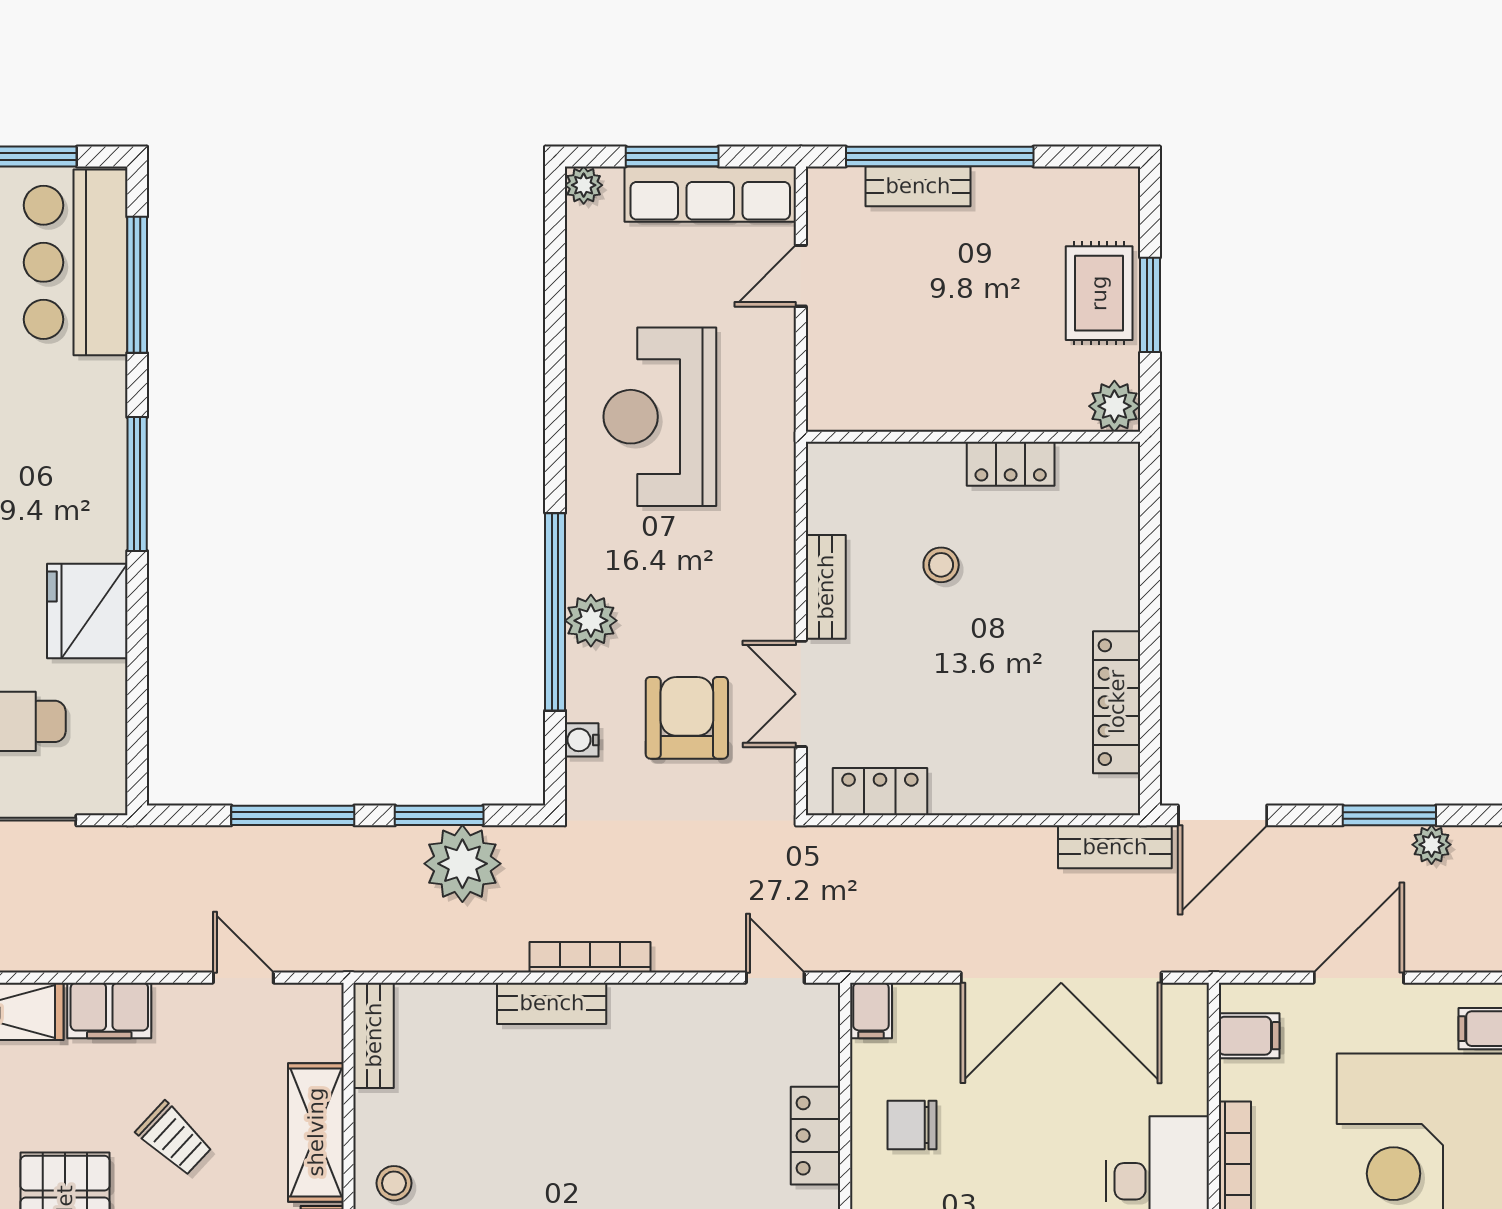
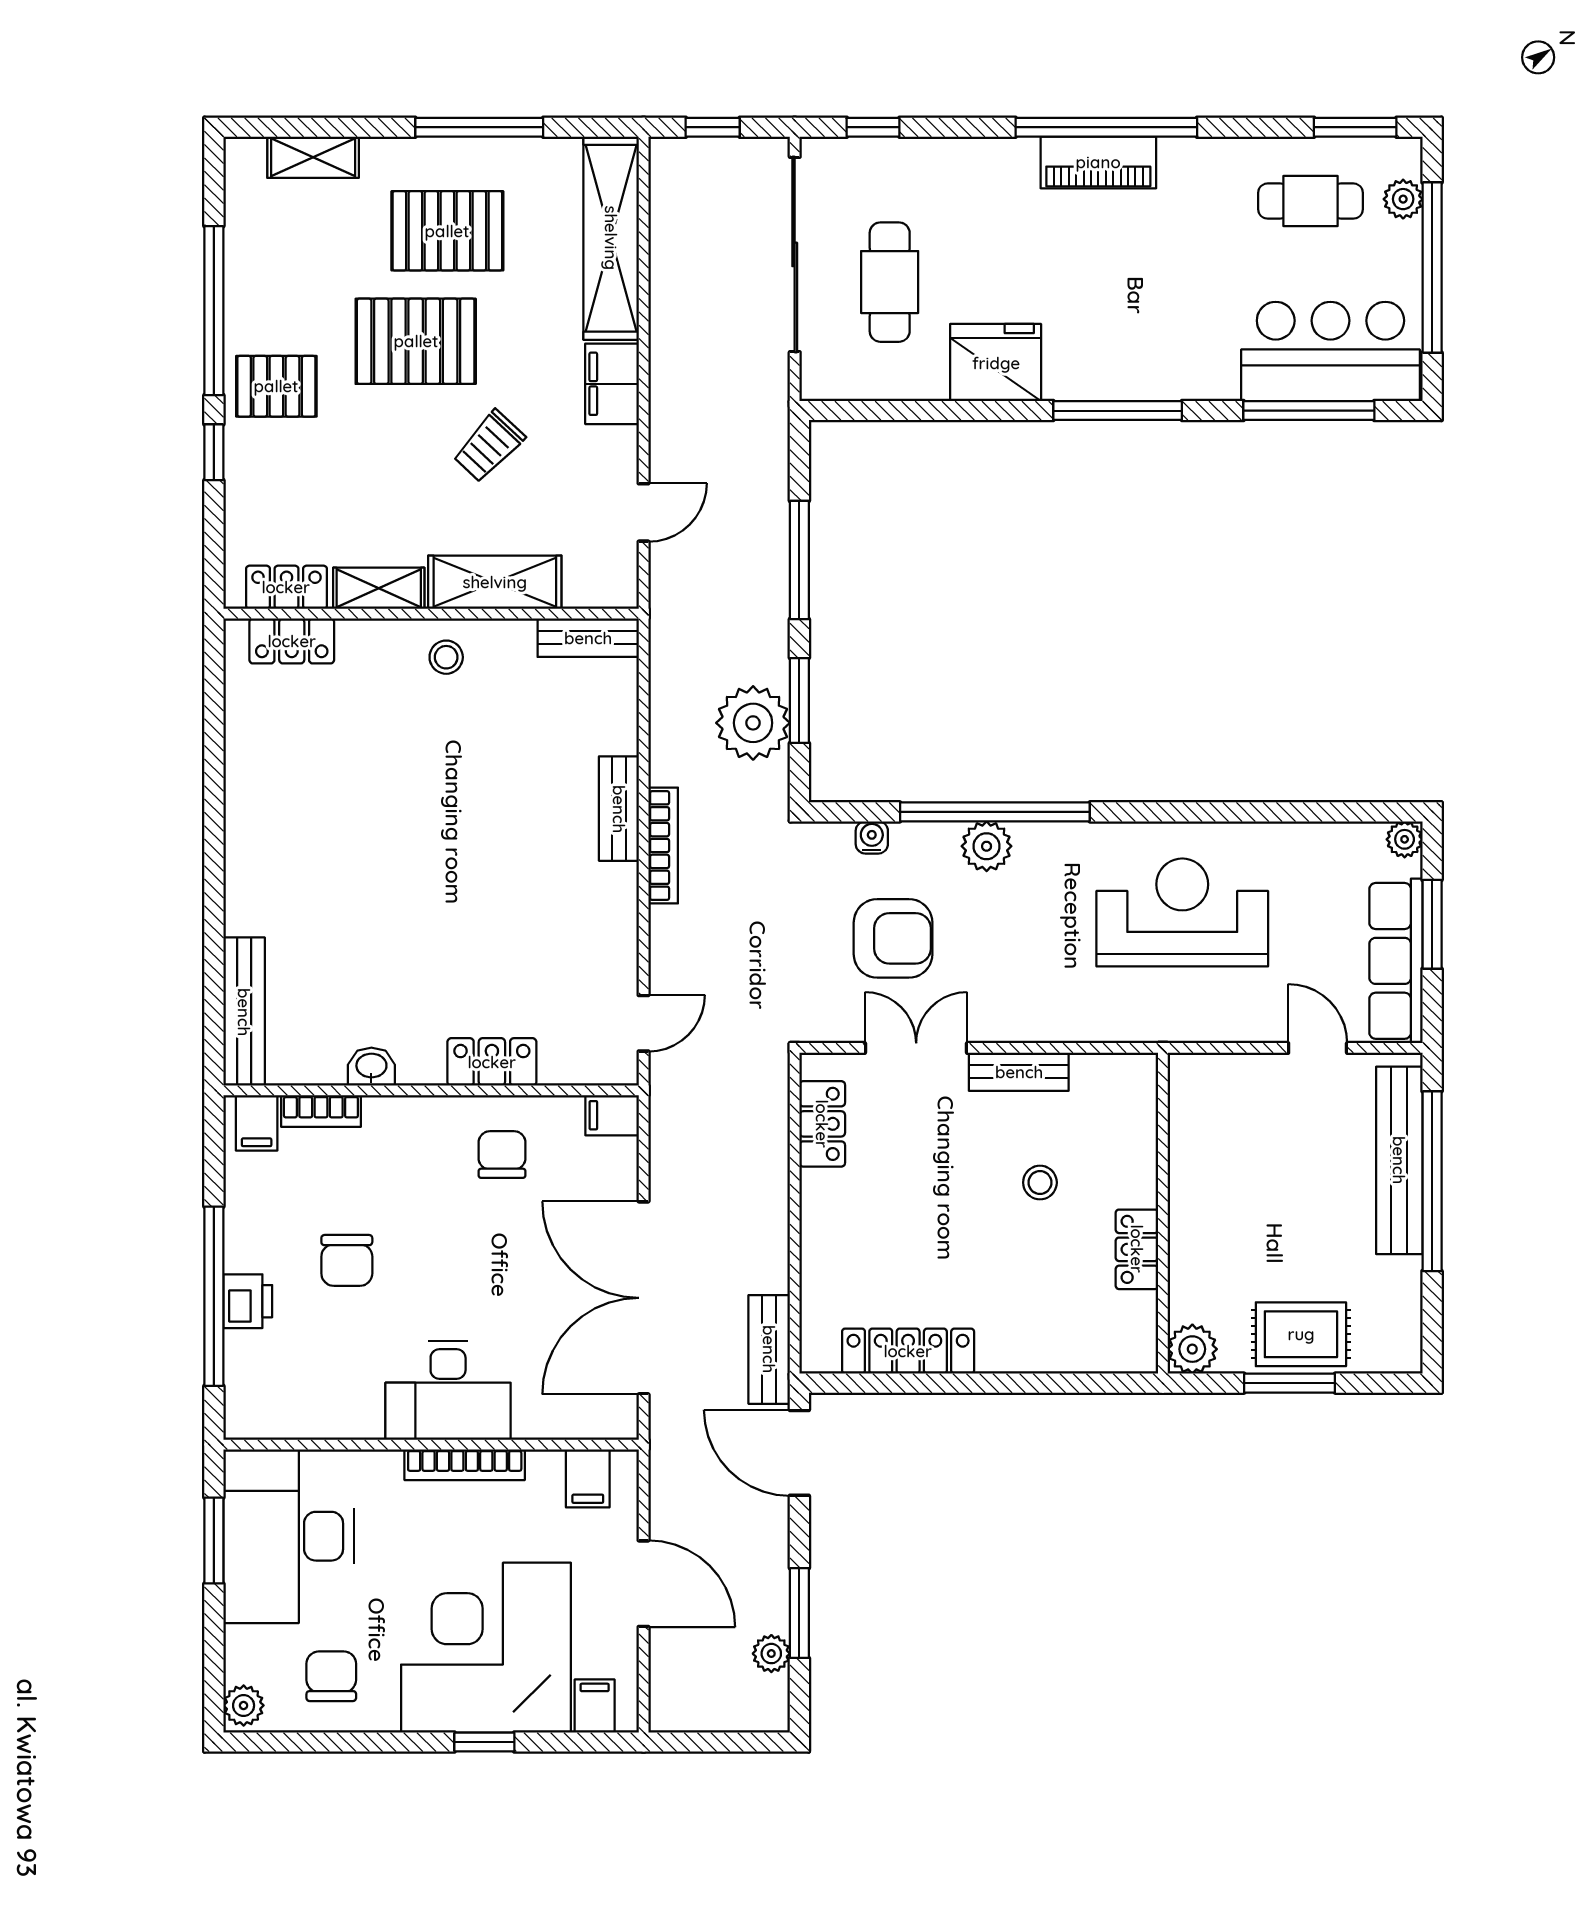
bench: (918, 186) -> (1399, 1160), width x1.86, depth x1.21

